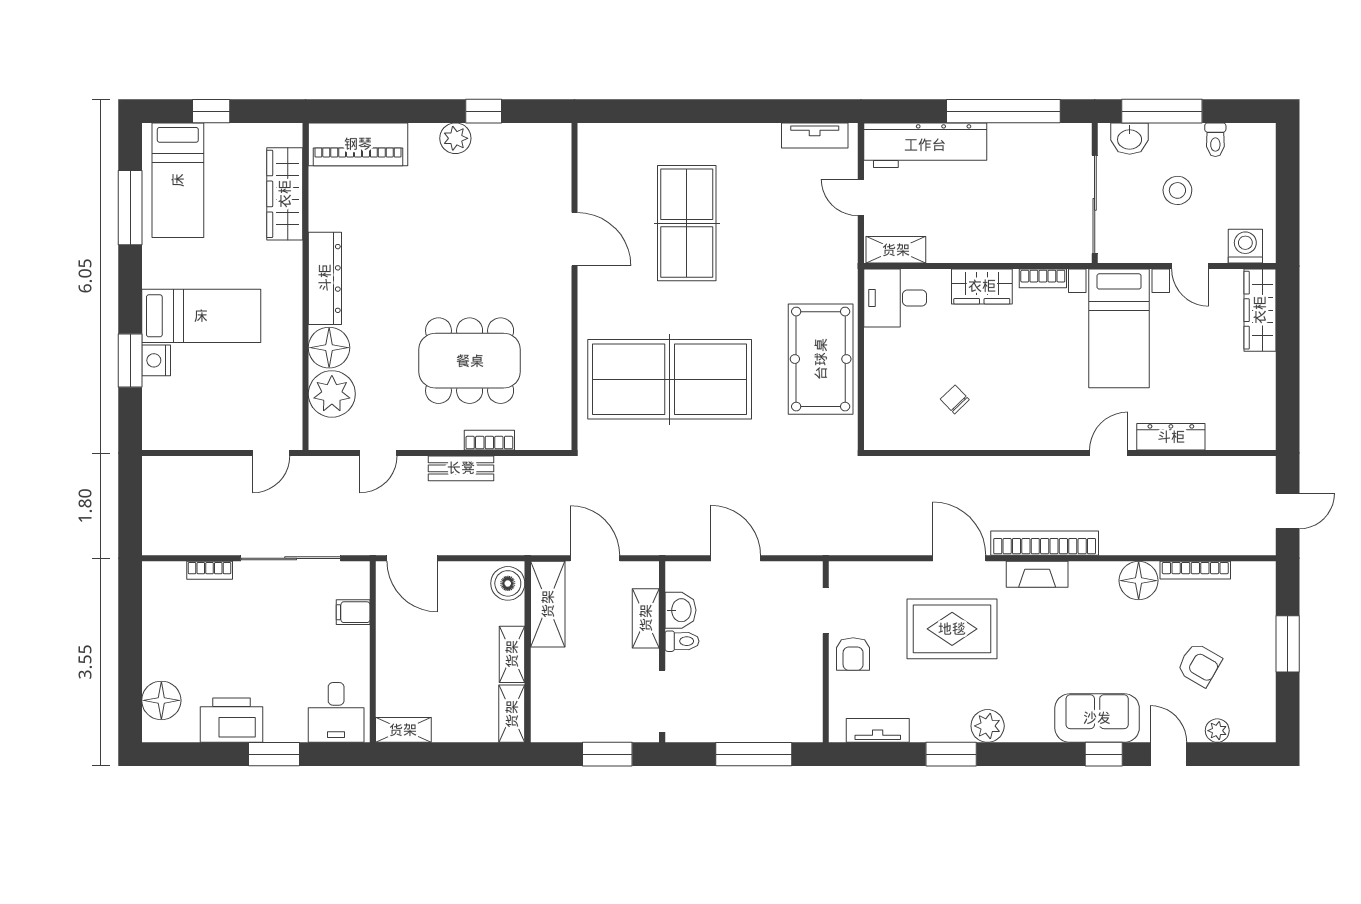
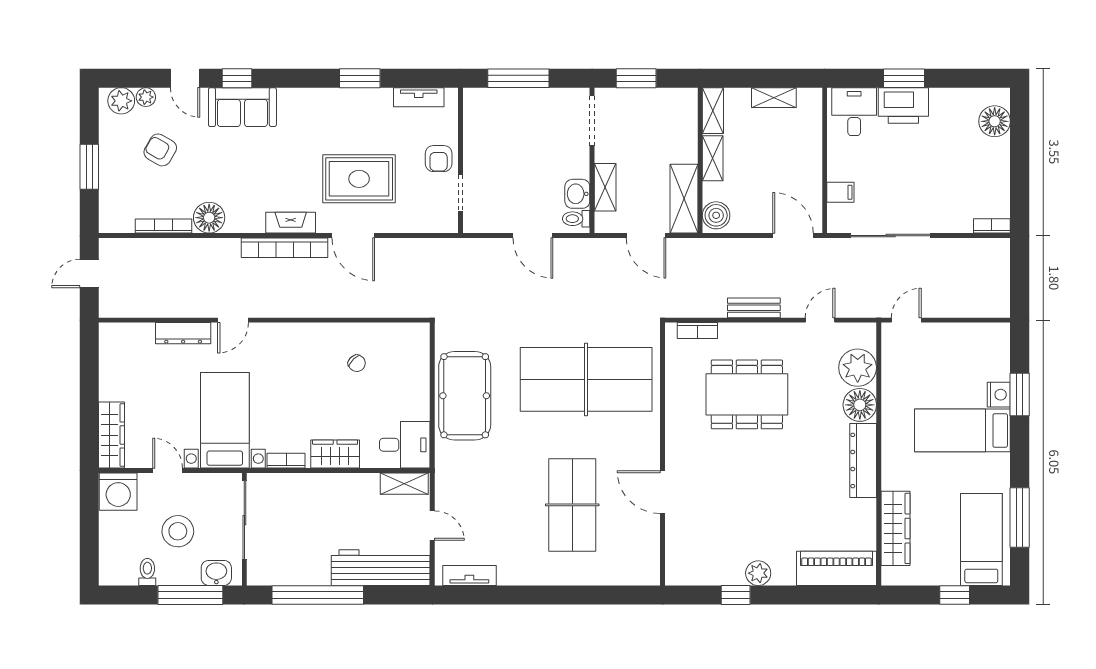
stool: (1177, 190) -> (178, 531), width x1.38, depth x1.38
washing machine: (1245, 246) -> (118, 492), width x1.37, depth x1.37
bookcase: (489, 440) -> (697, 331), moved
bookcase: (210, 570) -> (992, 226), moved
toilet: (682, 641) -> (576, 219), moved
armchair: (853, 654) -> (439, 159), turned 180
printer: (232, 720) -> (903, 106), moved
plant: (988, 726) -> (121, 101), moved
shelving: (403, 730) -> (774, 98), moved

